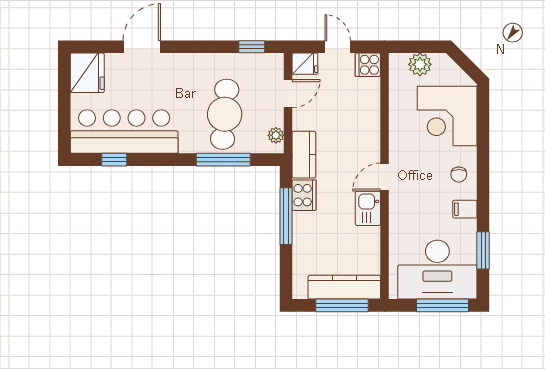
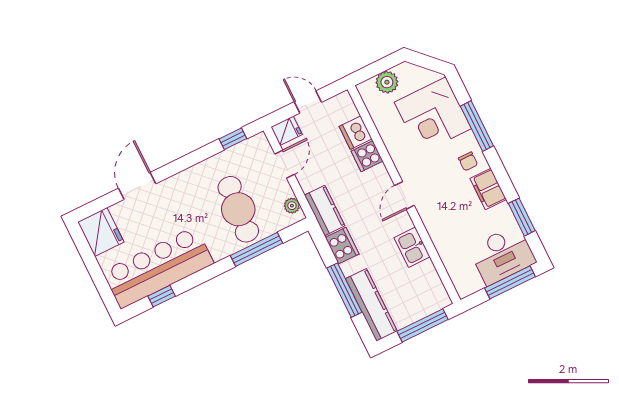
cooker: (368, 65) -> (367, 156), moved
dishwasher: (368, 97) -> (356, 133), added
window: (483, 146) -> (477, 126), added
kitchen sink: (368, 208) -> (412, 247), moved
filing cabinet: (465, 209) -> (488, 189), width x2.00
window: (286, 216) -> (344, 290), moved
desk: (437, 270) -> (502, 255), width x0.73, depth x0.77
kitchen counter: (344, 287) -> (371, 305), moved, turned 90

